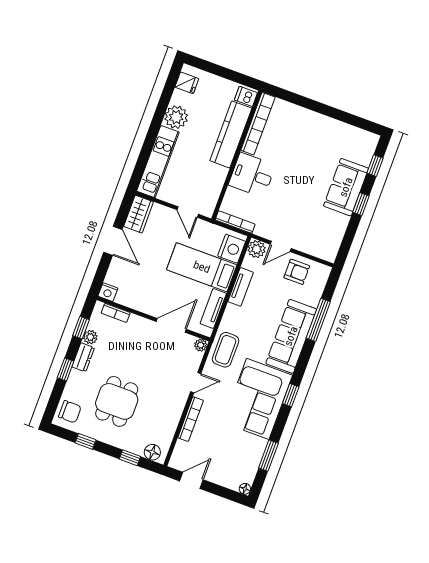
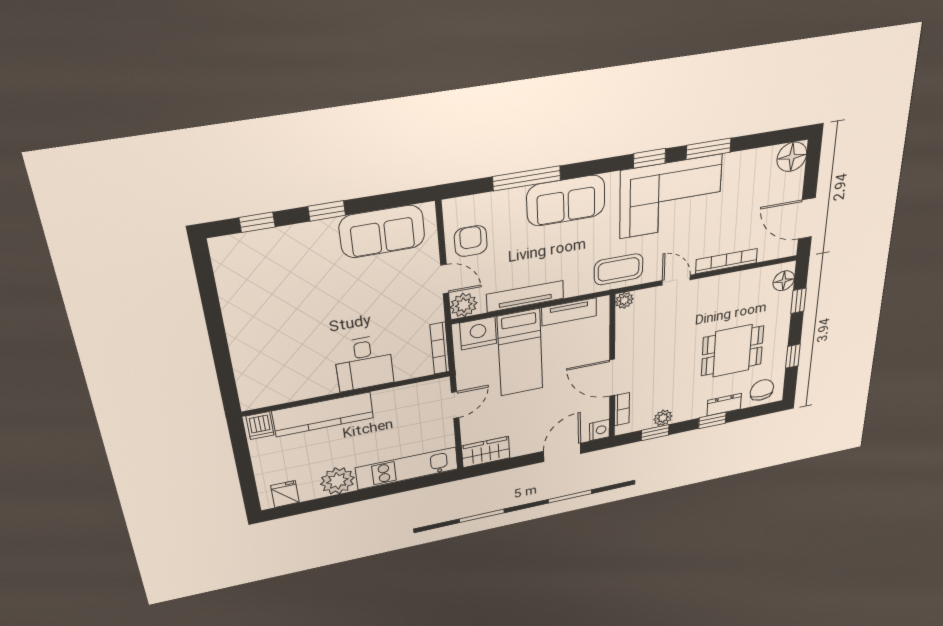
bookcase: (258, 124) -> (289, 393), removed
sofa: (346, 187) -> (382, 232), moved
door: (113, 241) -> (562, 452), moved
tv unit: (241, 287) -> (525, 296), width x1.41
door: (171, 325) -> (612, 378), moved
sofa: (291, 336) -> (566, 201), width x0.73
dresser: (83, 357) -> (724, 405), moved
window: (268, 456) -> (709, 149), moved
door: (191, 480) -> (807, 219), width x1.38
floor lamp: (245, 489) -> (792, 157), width x1.89, depth x1.89

